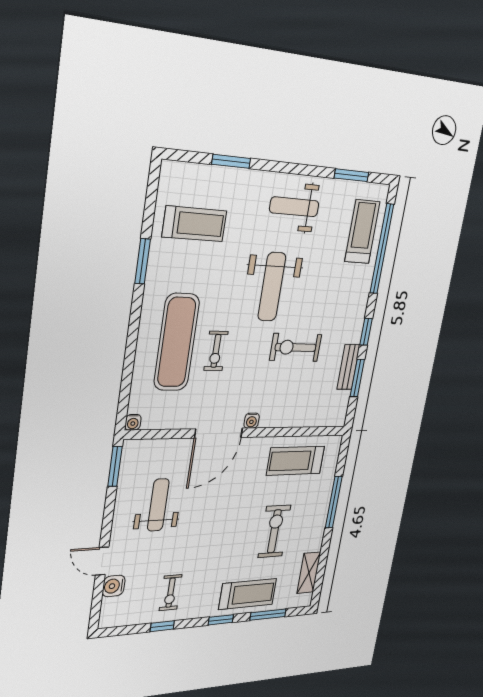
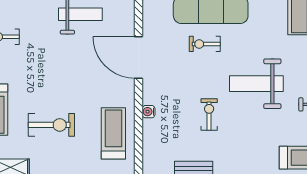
exercise bike: (296, 347) -> (209, 115), width x0.73, depth x0.72
water cooler: (252, 421) -> (149, 112), moved

